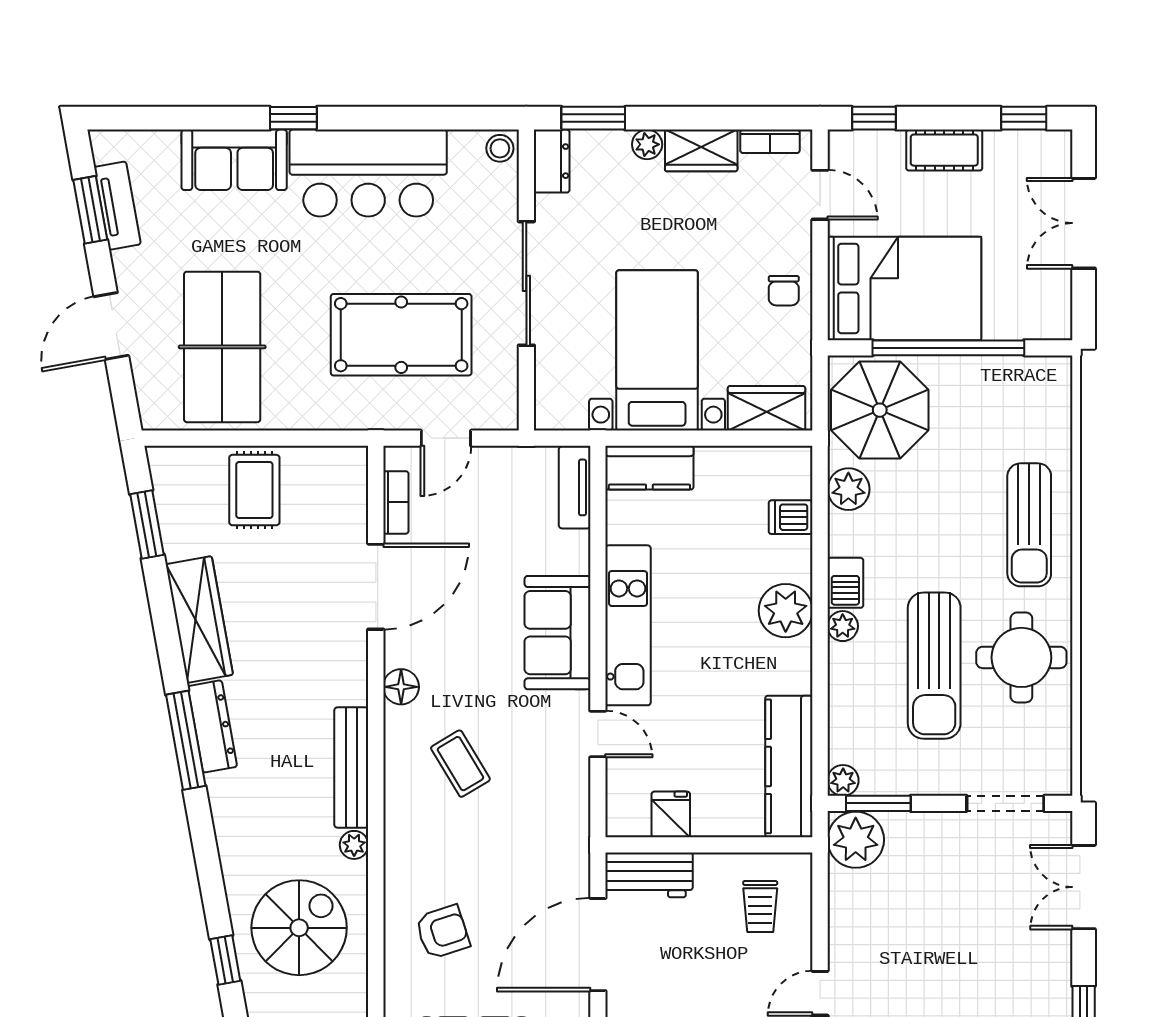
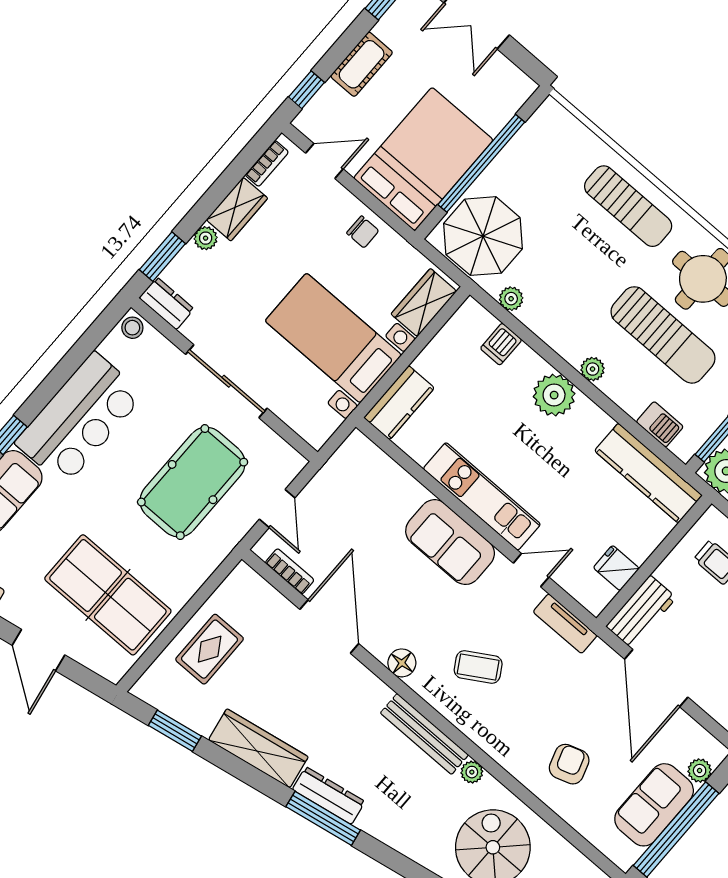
tv unit: (575, 487) -> (565, 624), moved
plant: (848, 489) -> (511, 299), width x0.73, depth x0.73
rug: (254, 490) -> (210, 649), turned 90
barbecue: (845, 583) -> (660, 424), moved
plant: (843, 780) -> (684, 448), removed

